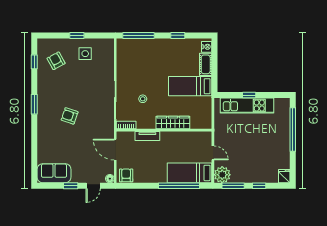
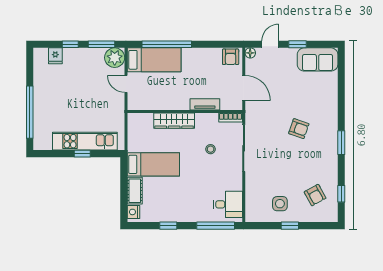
desk: (128, 53) -> (228, 204), added
fridge: (284, 176) -> (55, 56), moved

